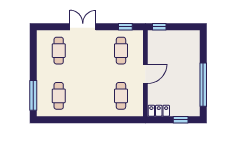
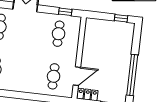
window: (159, 27) -> (121, 18), moved
door: (145, 74) -> (77, 76), moved

